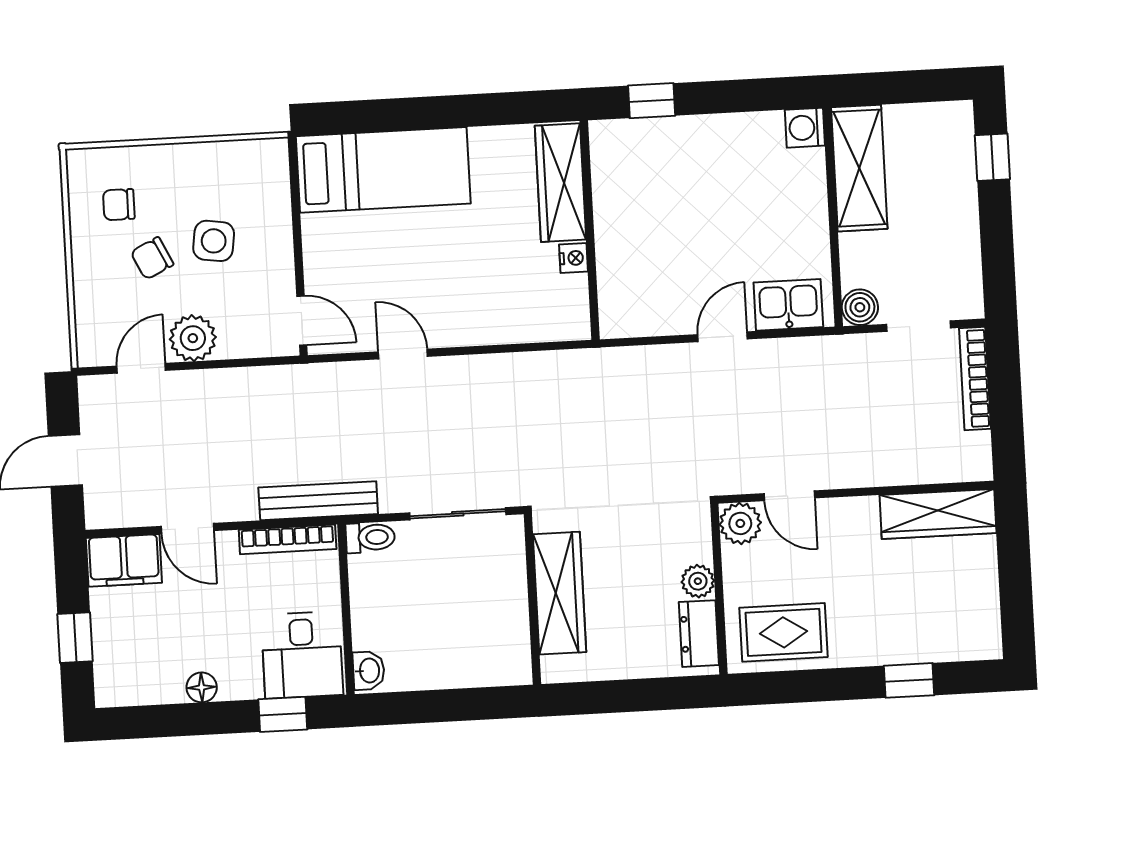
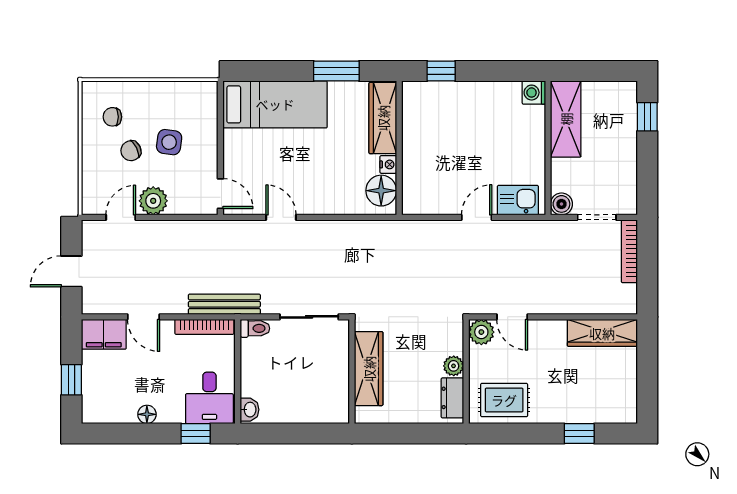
window: (481, 110) -> (336, 71), added
floor lamp: (564, 301) -> (381, 191), added

